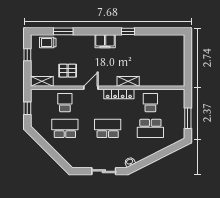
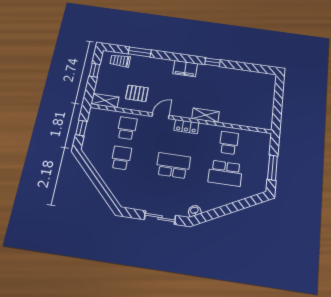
locker: (119, 94) -> (186, 127), width x0.66
school desk: (65, 128) -> (121, 158), width x0.54

